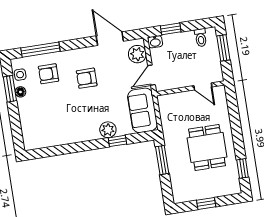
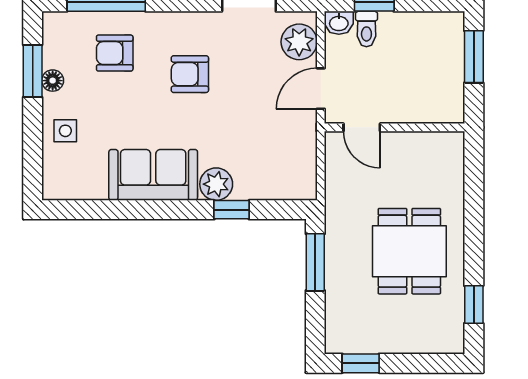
toilet: (201, 38) -> (366, 29), moved
side table: (20, 75) -> (65, 131), moved
door: (203, 86) -> (362, 127), moved
sofa: (142, 110) -> (153, 175), moved, turned 90
window: (206, 203) -> (361, 363), moved

